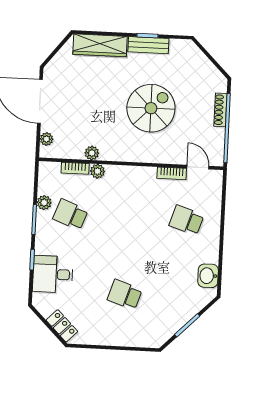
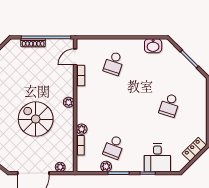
spiral stairs: (151, 108) -> (36, 119), moved
plant: (92, 153) -> (69, 102), moved

